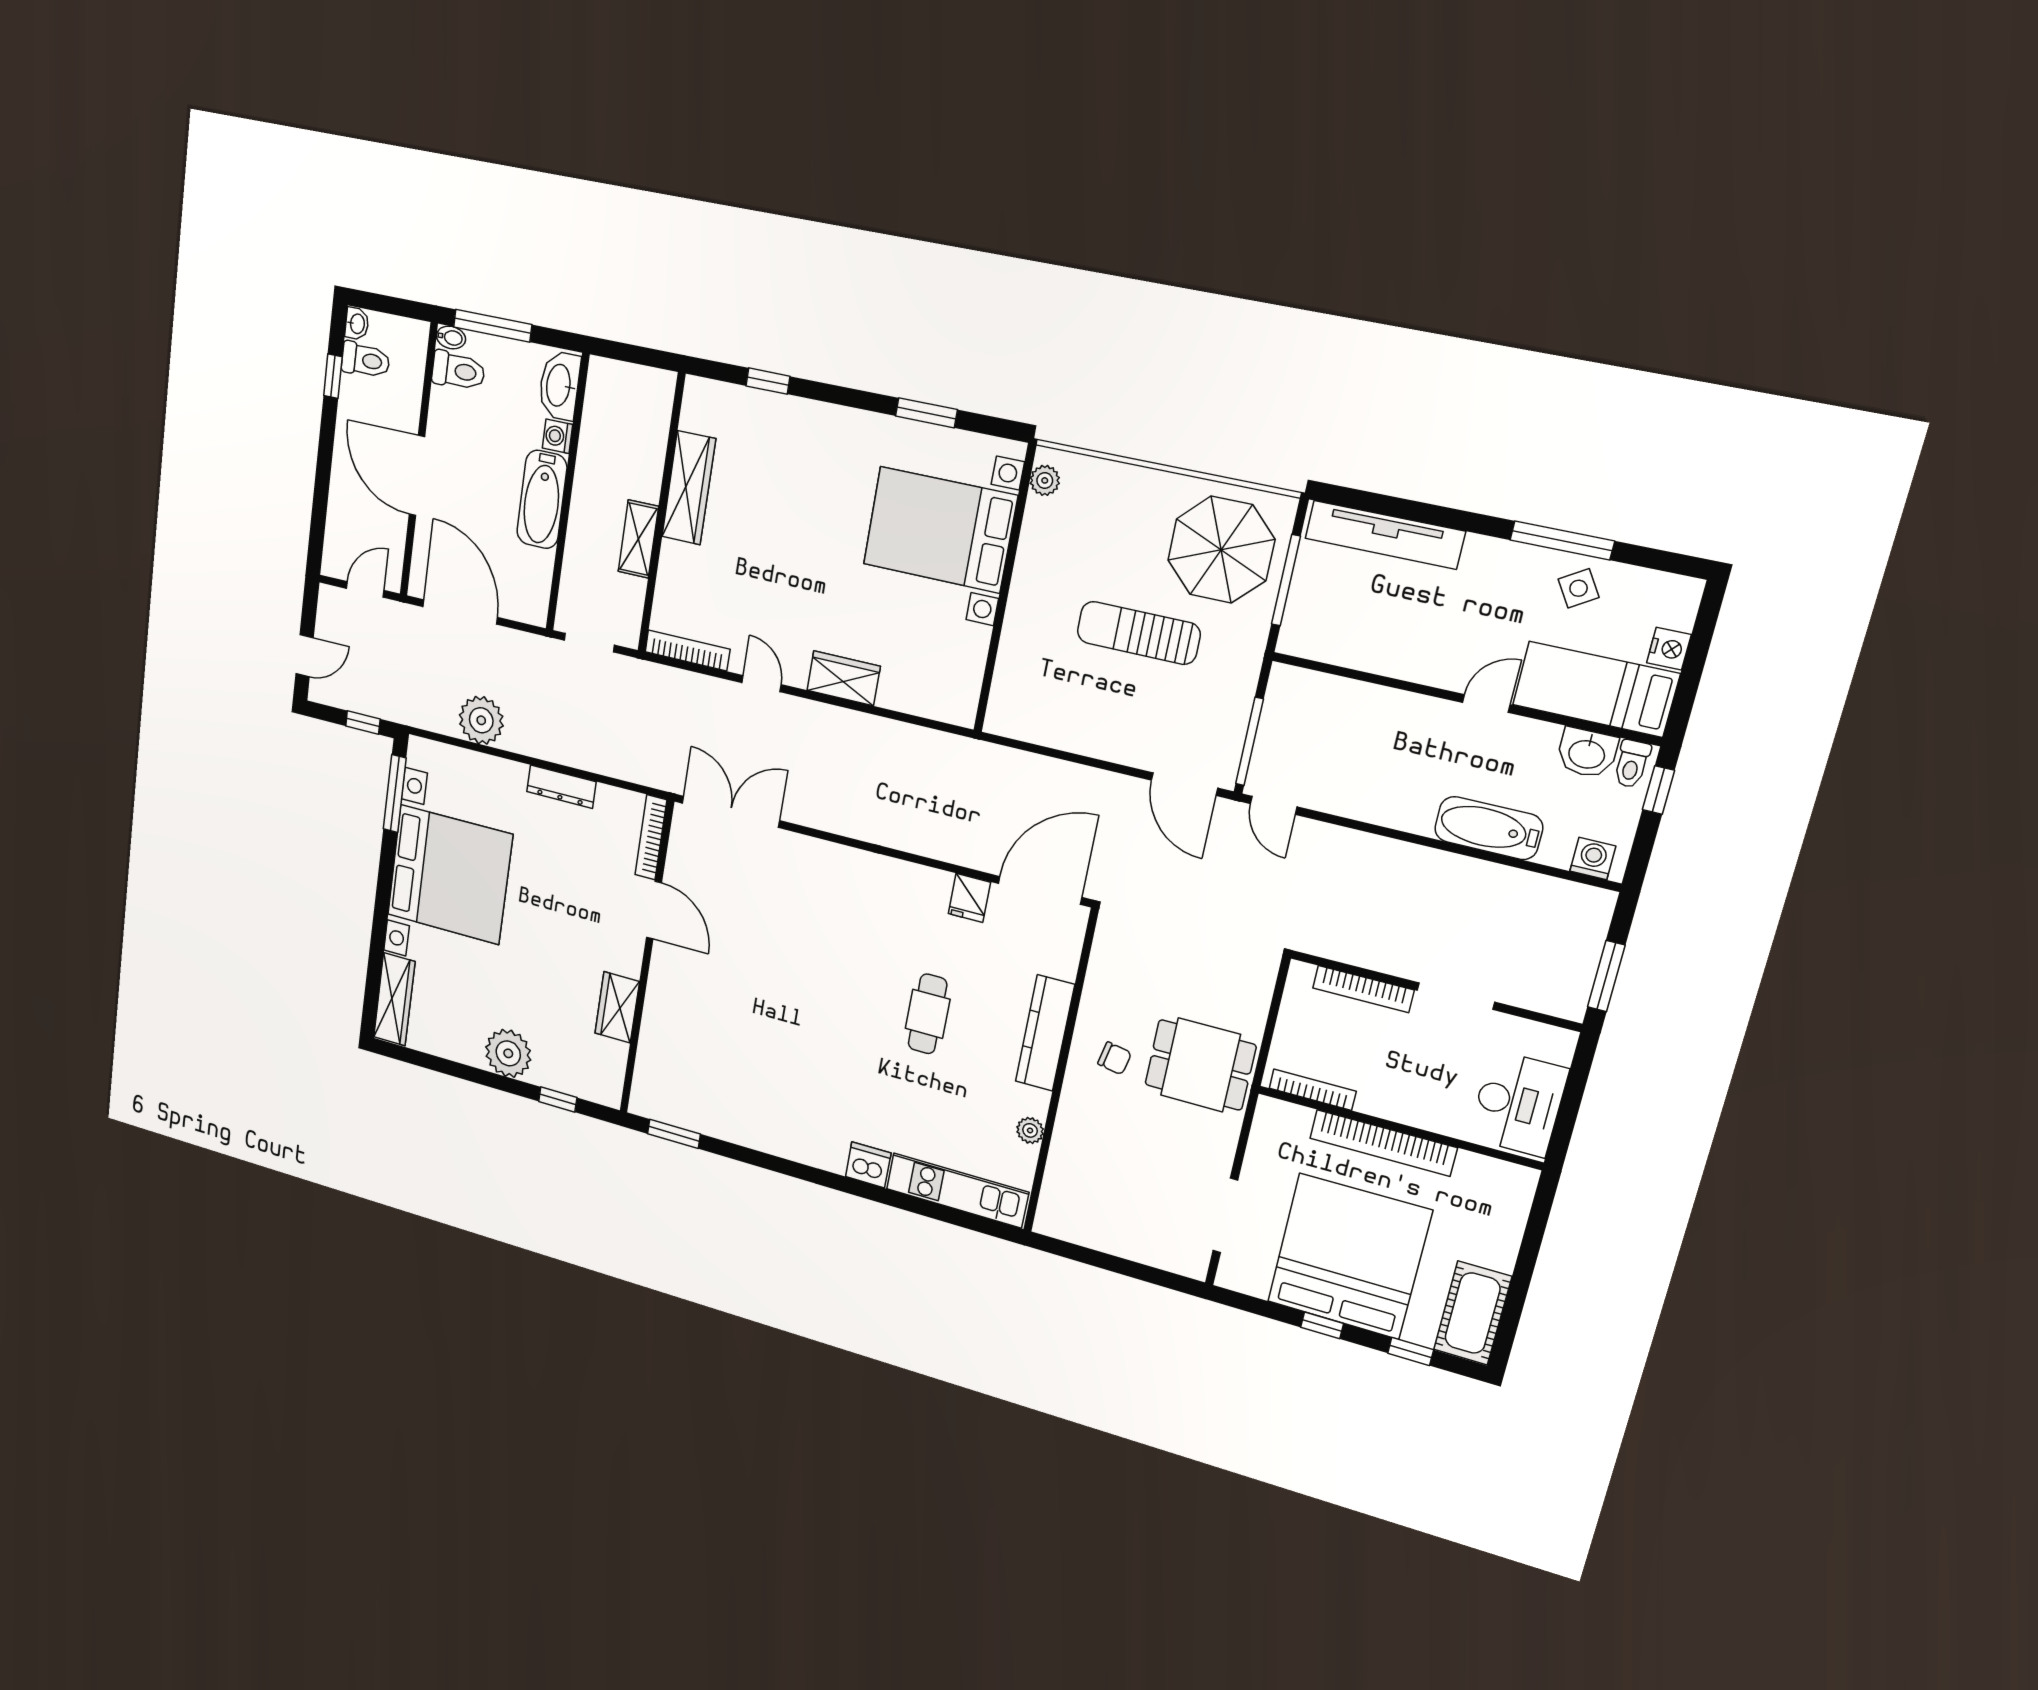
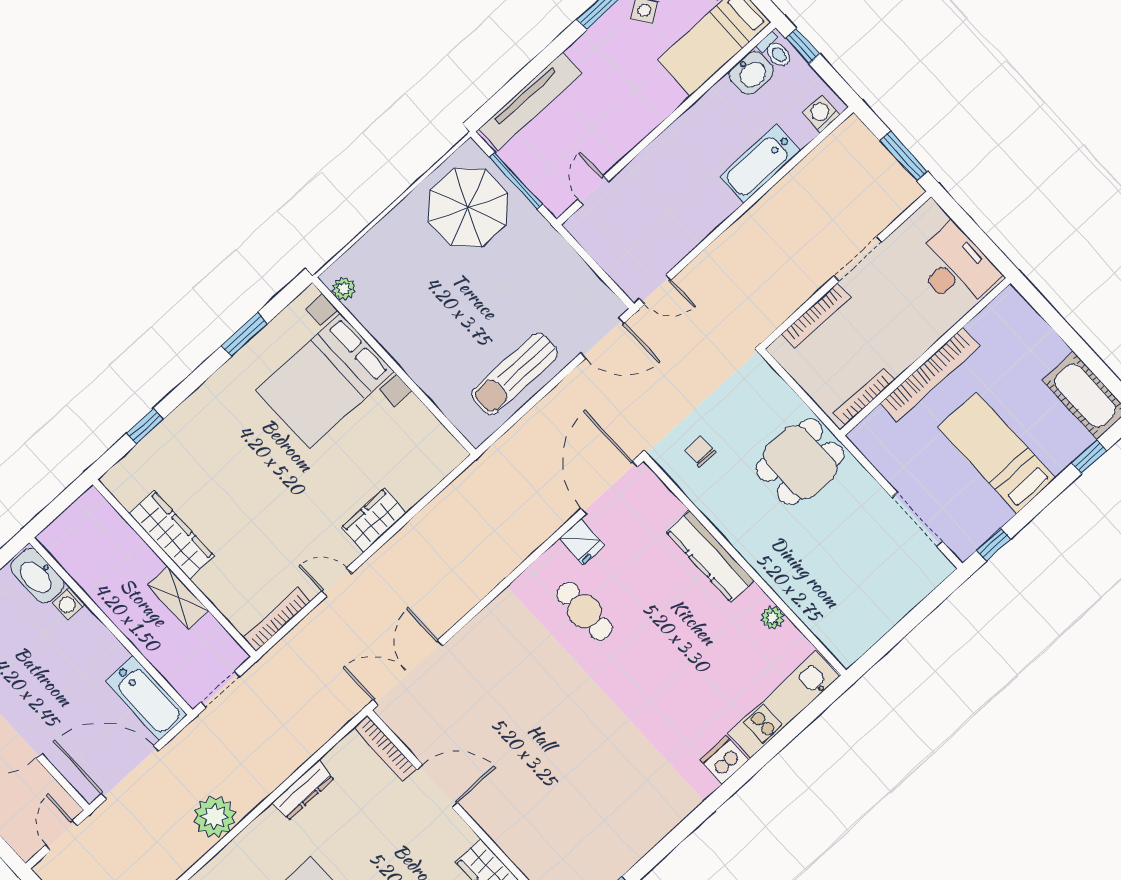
bathtub: (542, 499) -> (146, 698), moved
sun lounger: (1139, 633) -> (515, 374), moved
door: (1486, 703) -> (593, 191), moved
window: (1250, 741) -> (603, 276), removed
cafe table: (928, 1014) -> (584, 611), moved
chair: (1115, 1058) -> (700, 452), moved, turned -101
bed: (1349, 1256) -> (997, 453), width x0.49
window: (1322, 1325) -> (994, 545), moved

